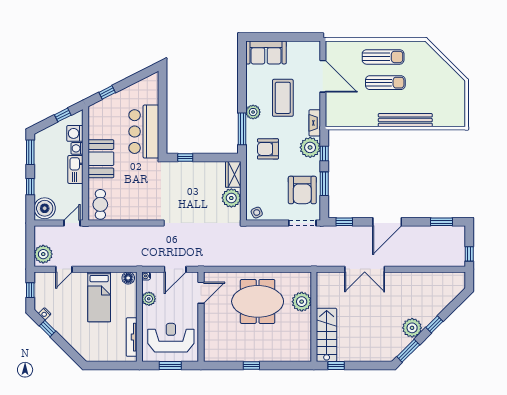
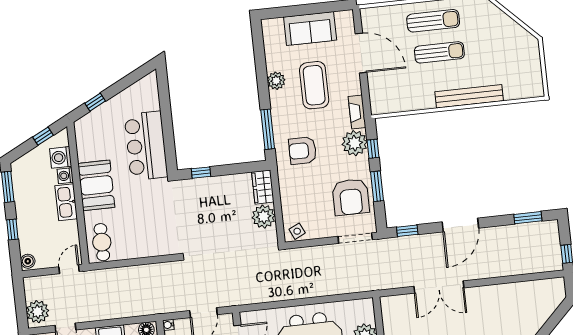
sofa: (266, 52) -> (310, 29), moved
plant: (253, 112) -> (276, 81), moved
boiler: (45, 208) -> (28, 261), width x0.54, depth x0.54

